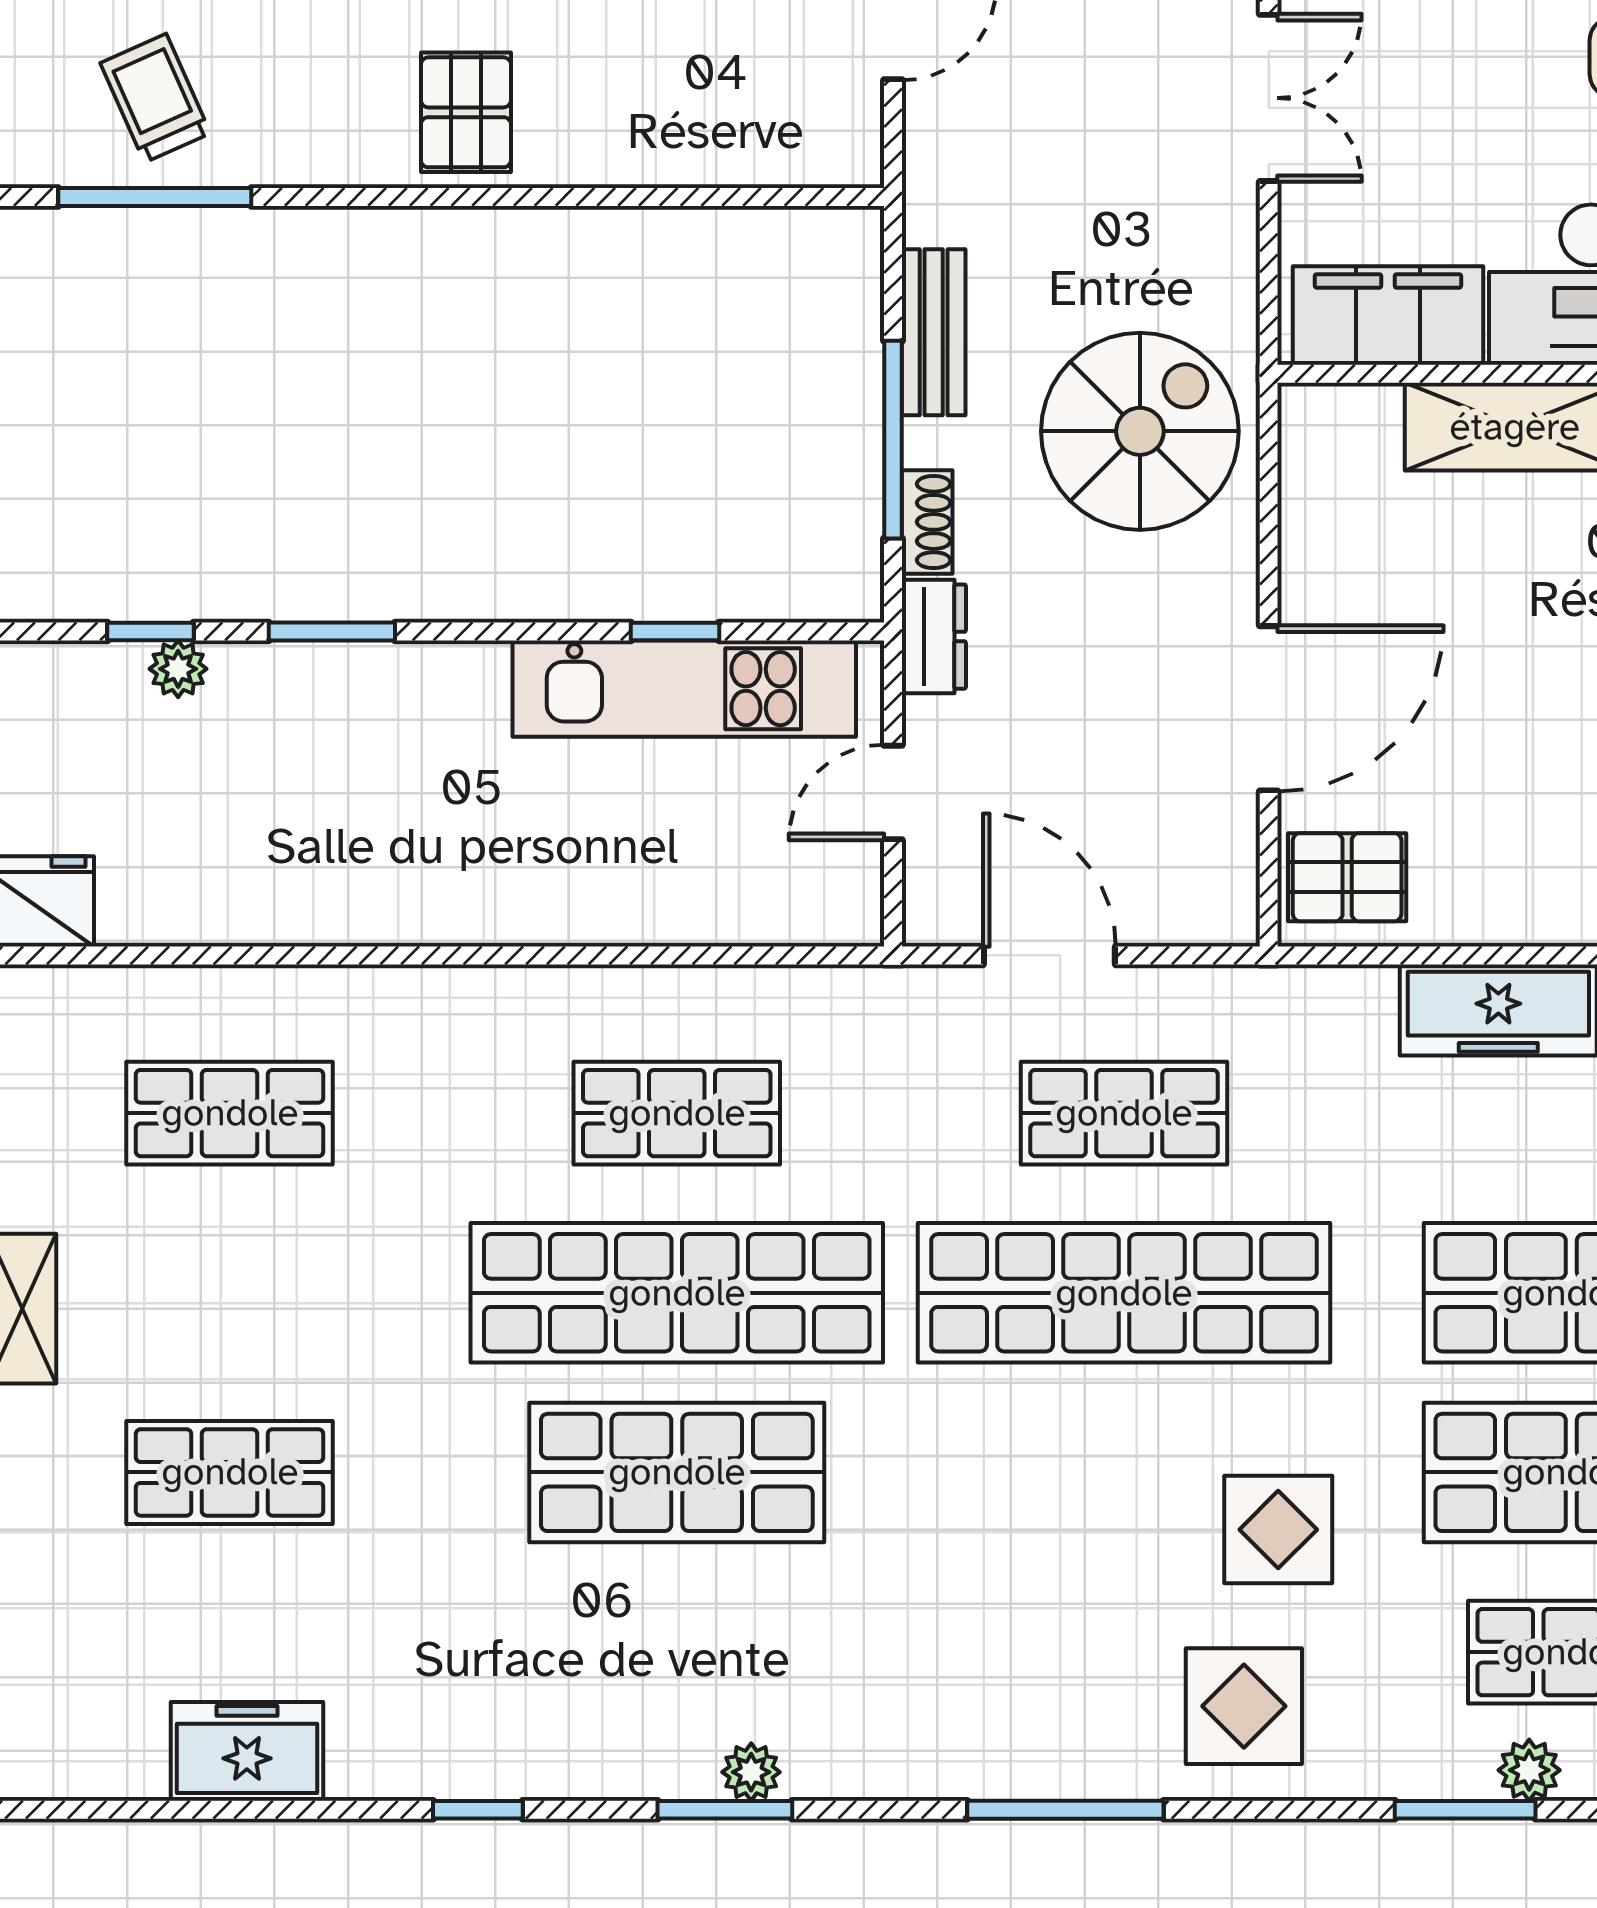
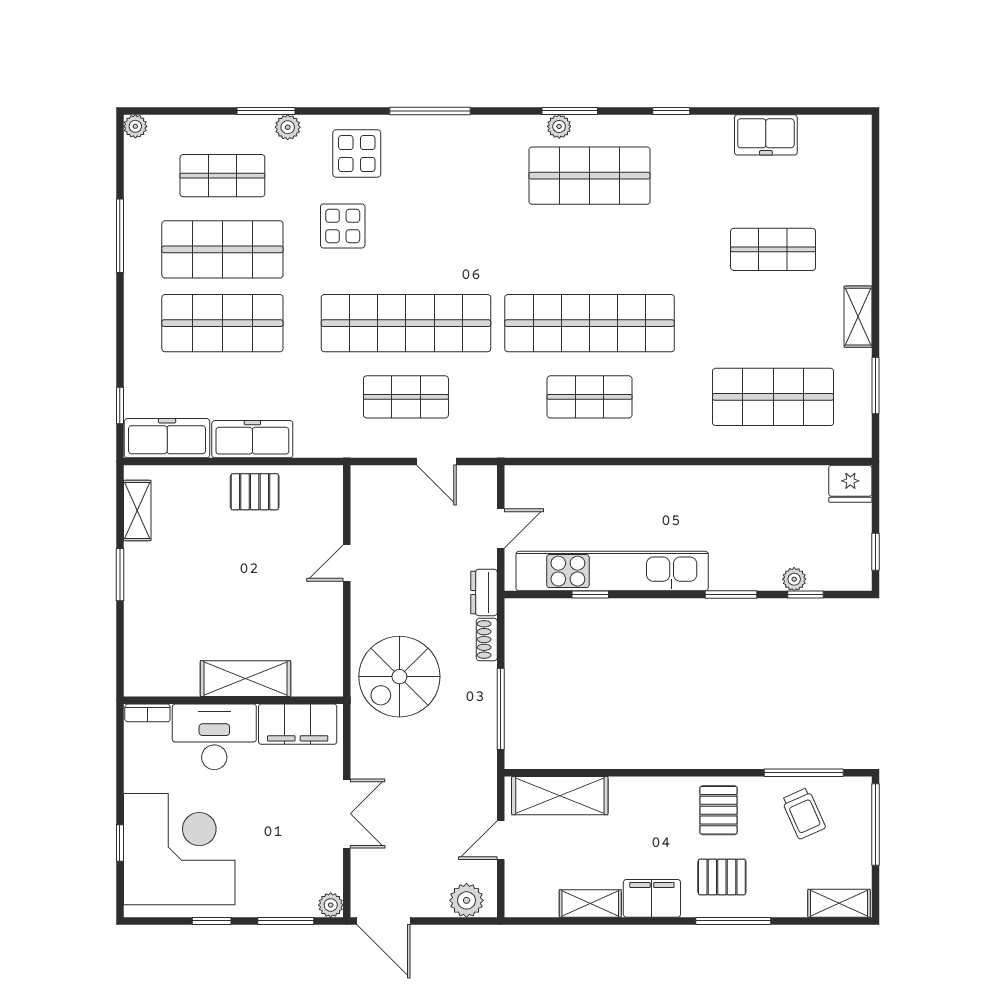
double door: (1269, 98) -> (347, 814), swing flipped
pallet: (466, 112) -> (719, 810), moved
shelving: (749, 141) -> (560, 796), added
bench: (934, 332) -> (484, 717), removed
window: (893, 440) -> (501, 709), moved
kitchen unit: (684, 689) -> (612, 571), width x1.36
door: (1269, 708) -> (347, 563), width x0.53
pallet: (1347, 877) -> (255, 492), moved
door: (1049, 955) -> (437, 462), width x0.73
shop shelf: (230, 1113) -> (773, 397), width x1.43, depth x1.36
shop shelf: (677, 1472) -> (590, 176), moved
plant: (1529, 1770) -> (288, 127), moved

